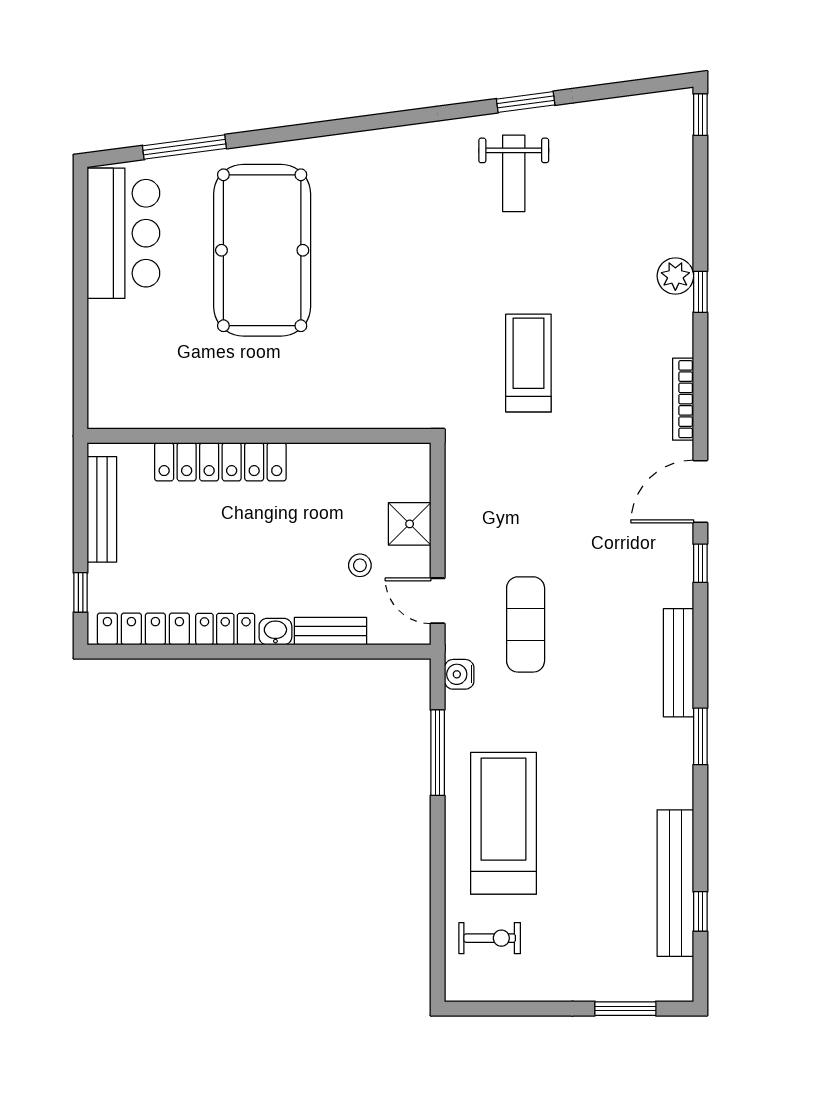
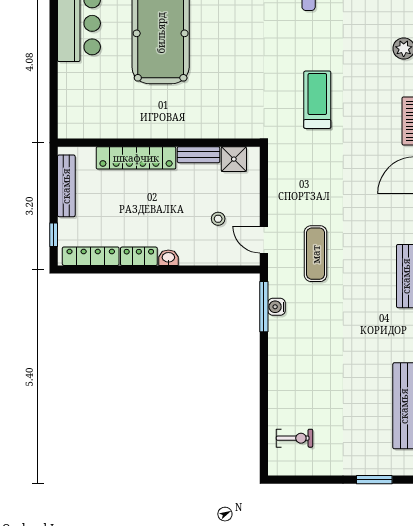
shower: (410, 524) -> (234, 159), moved
bench: (331, 631) -> (199, 155), moved
water cooler: (459, 674) -> (276, 307), moved
window: (438, 753) -> (264, 307), moved
treadmill: (503, 823) -> (303, 371), removed

